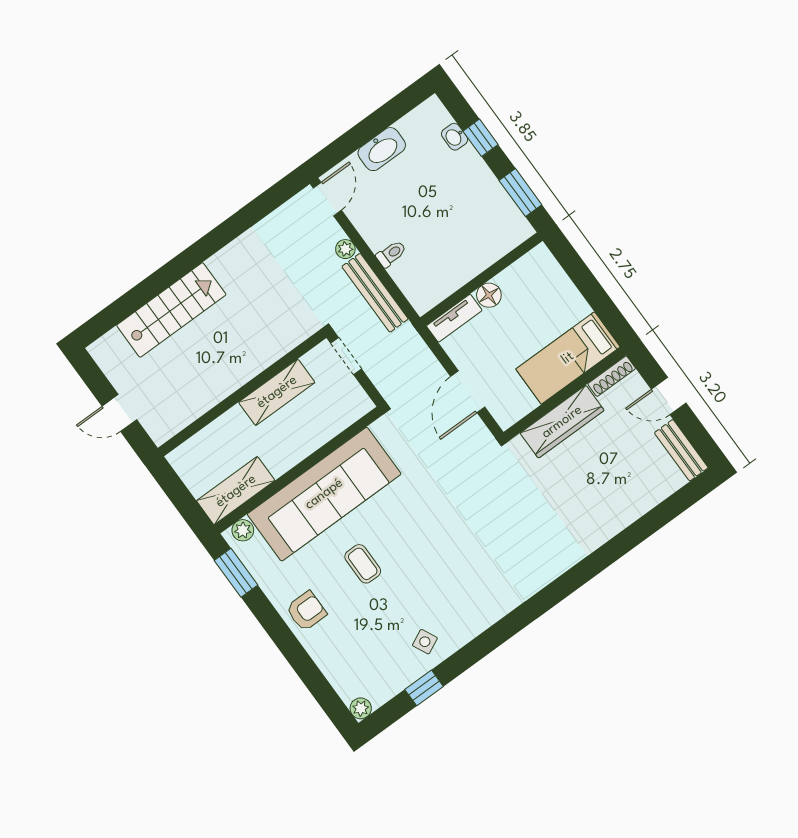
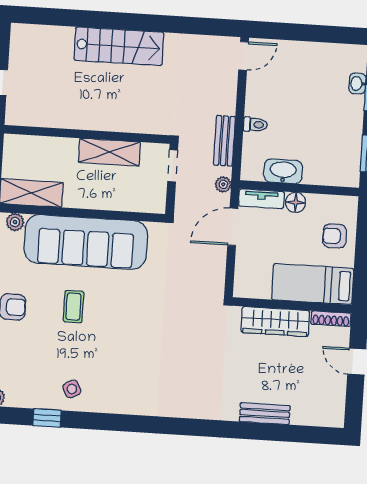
washbasin: (382, 149) -> (283, 171), moved, turned 180
plant: (345, 249) -> (223, 184), moved
bench: (375, 293) -> (224, 141), width x0.73
armchair: (551, 296) -> (335, 236), added
stairs: (171, 310) -> (119, 46), moved
door: (468, 392) -> (233, 227), moved
bench: (681, 450) -> (265, 414), moved, turned 90

